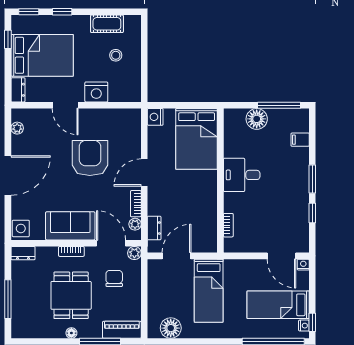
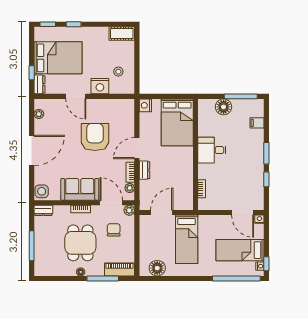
cot: (107, 24) -> (122, 34), moved
window: (8, 39) -> (32, 73), moved
stool: (116, 55) -> (118, 72), moved
dresser: (154, 228) -> (144, 170), moved

